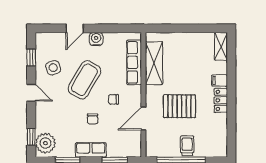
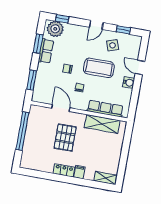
coffee table: (84, 80) -> (99, 68), turned -30
trolley: (187, 146) -> (34, 138), removed
row of seats: (91, 150) -> (46, 51), moved

